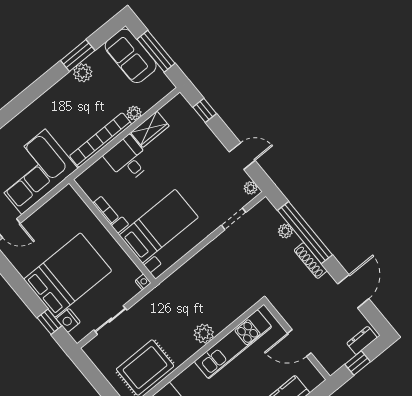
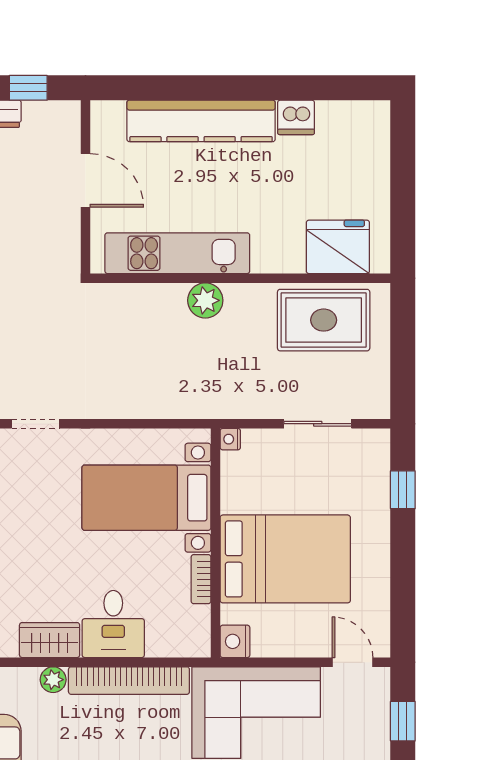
bed: (68, 275) -> (285, 559), moved, turned 180
nightstand: (68, 320) -> (235, 641), moved, turned 180

